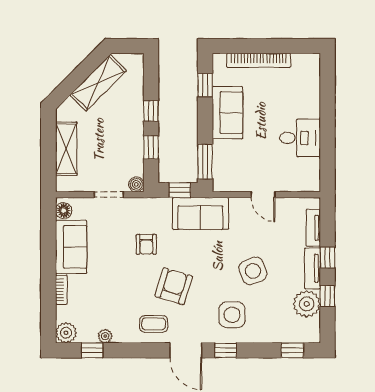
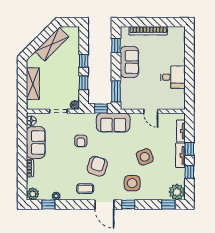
plant: (307, 304) -> (177, 192), moved

